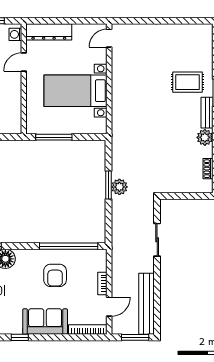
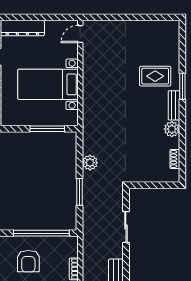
window: (54, 137) -> (47, 129), moved
window: (108, 185) -> (79, 192), moved
plant: (119, 187) -> (90, 163), moved

